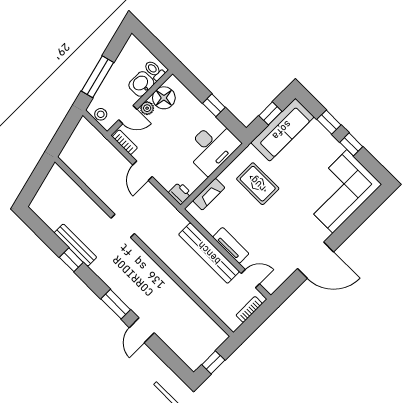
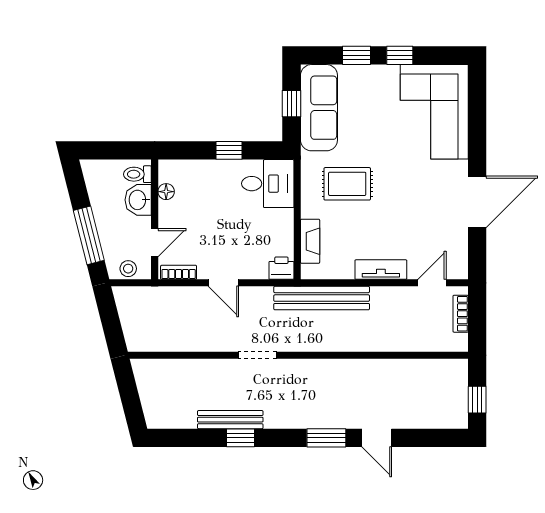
floor lamp: (164, 98) -> (166, 192), width x0.53, depth x0.53
plant: (147, 108) -> (167, 218), removed
desk: (212, 147) -> (268, 184), width x0.73
bench: (209, 253) -> (322, 298), moved

